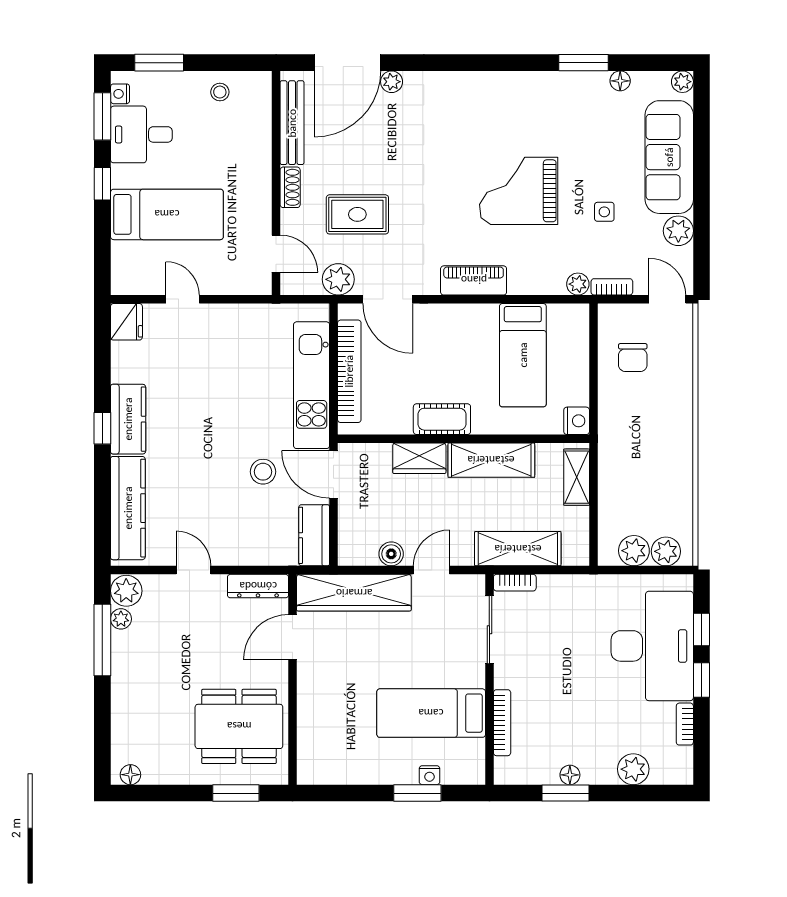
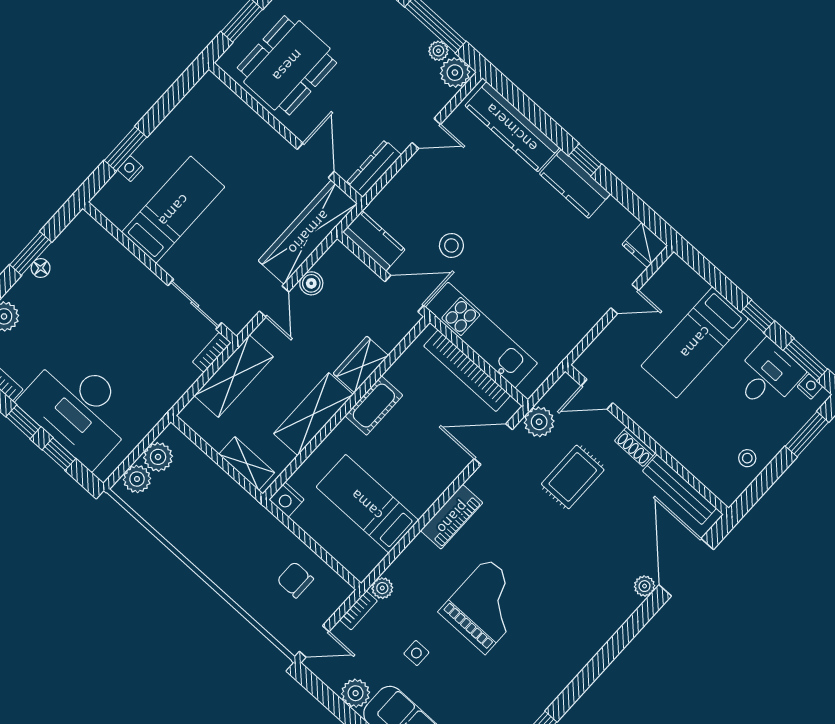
bookcase: (502, 723) -> (121, 254), removed

